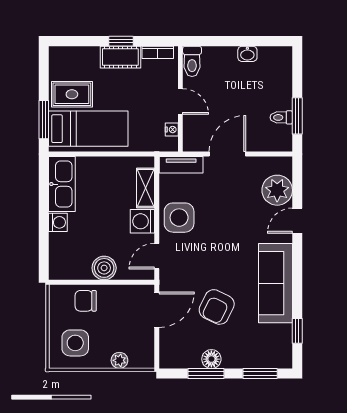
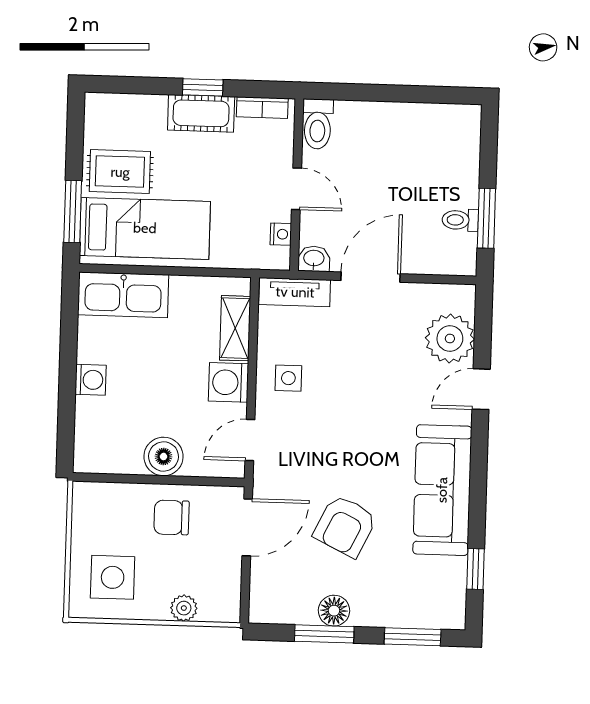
washbasin: (247, 54) -> (314, 259), moved, turned 180
kitchen sink: (62, 184) -> (123, 295), moved, turned 90
side table: (179, 218) -> (288, 378), width x0.54, depth x0.54
chair: (86, 301) -> (172, 517), moved

